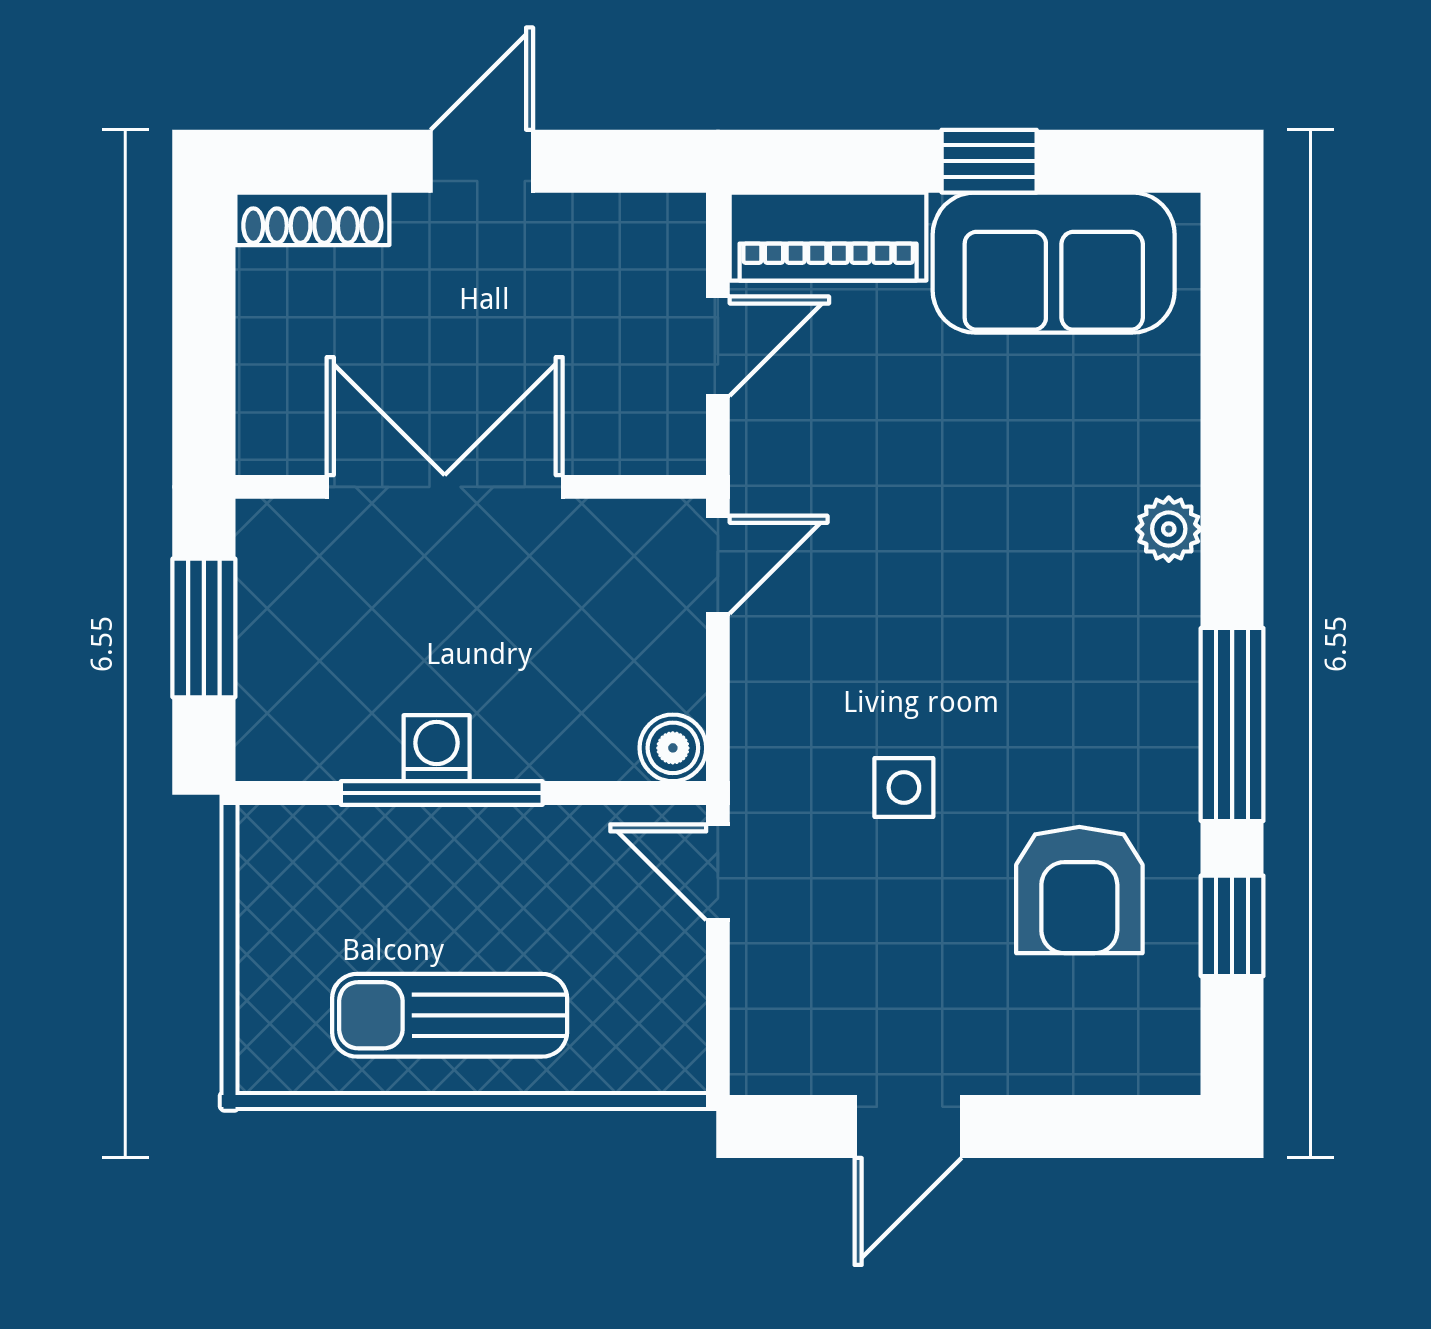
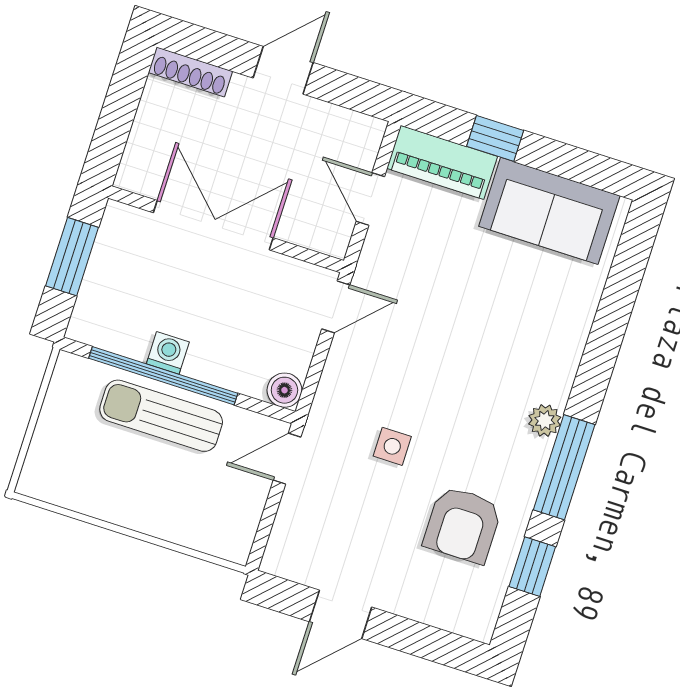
window: (989, 161) -> (495, 138), moved
door: (718, 346) -> (370, 199), swing flipped
plant: (1169, 529) -> (545, 421), moved
window: (442, 793) -> (163, 376), width x1.46
door: (718, 872) -> (287, 459), hinge flipped
sun lounger: (450, 1015) -> (161, 416), moved

